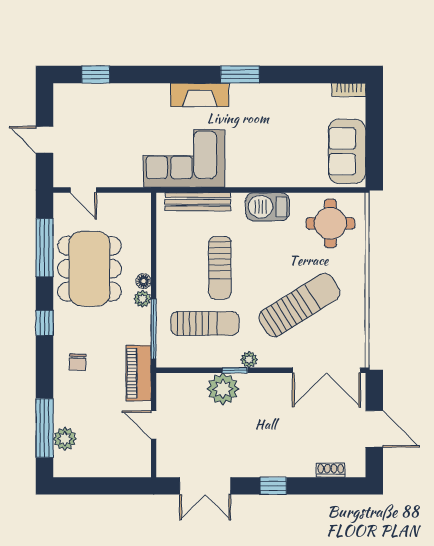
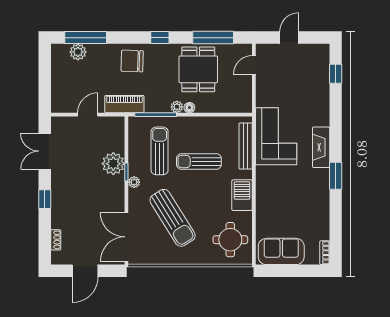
dining table: (89, 269) -> (198, 69), width x0.73
sun lounger: (205, 323) -> (160, 151), turned 180
chair: (78, 362) -> (132, 61), width x1.87, depth x1.87

